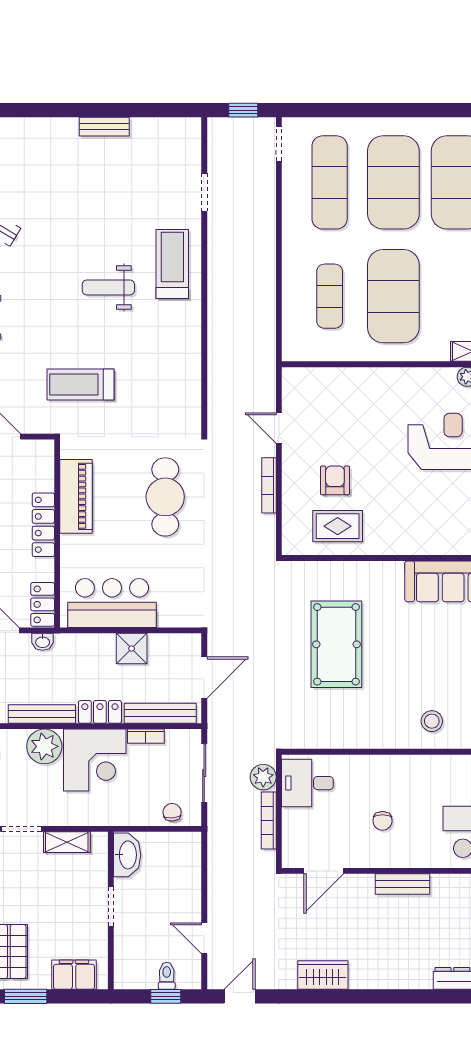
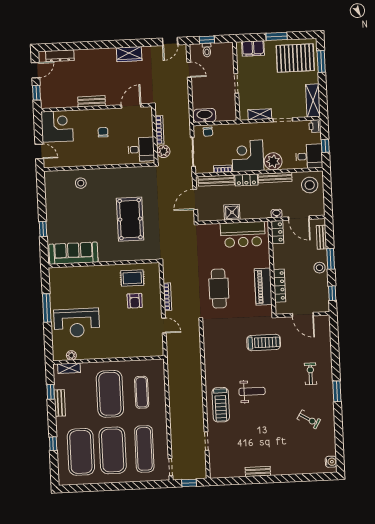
locker: (43, 525) -> (279, 286), moved
washbasin: (127, 855) -> (205, 115), moved, turned 90

